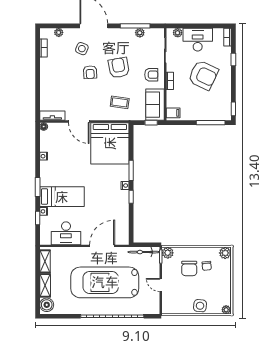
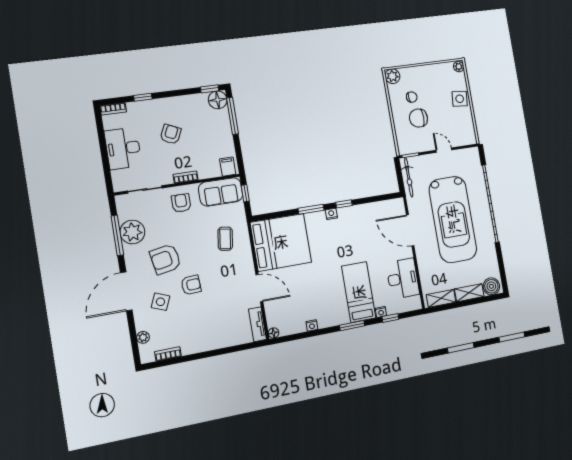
plant: (140, 33) -> (132, 232), width x1.88, depth x1.88
plant: (178, 33) -> (118, 177), removed
armchair: (119, 68) -> (165, 259), moved
armchair: (203, 75) -> (171, 134), width x0.53, depth x0.53
floor lamp: (224, 114) -> (218, 100), added
door: (79, 122) -> (259, 288), hinge flipped
plant: (168, 253) -> (404, 147), removed
chair: (189, 268) -> (418, 118), turned 180
door: (161, 285) -> (444, 150), swing flipped

